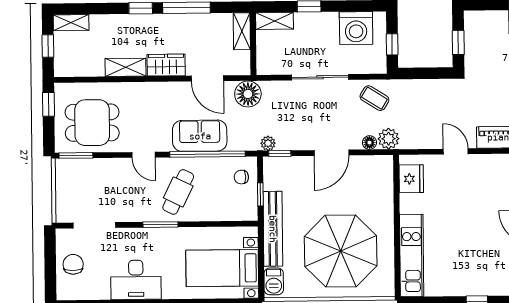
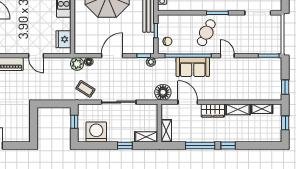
shelving: (71, 23) -> (262, 109), moved
window: (458, 43) -> (34, 122), removed
dining table: (92, 123) -> (259, 76), removed

